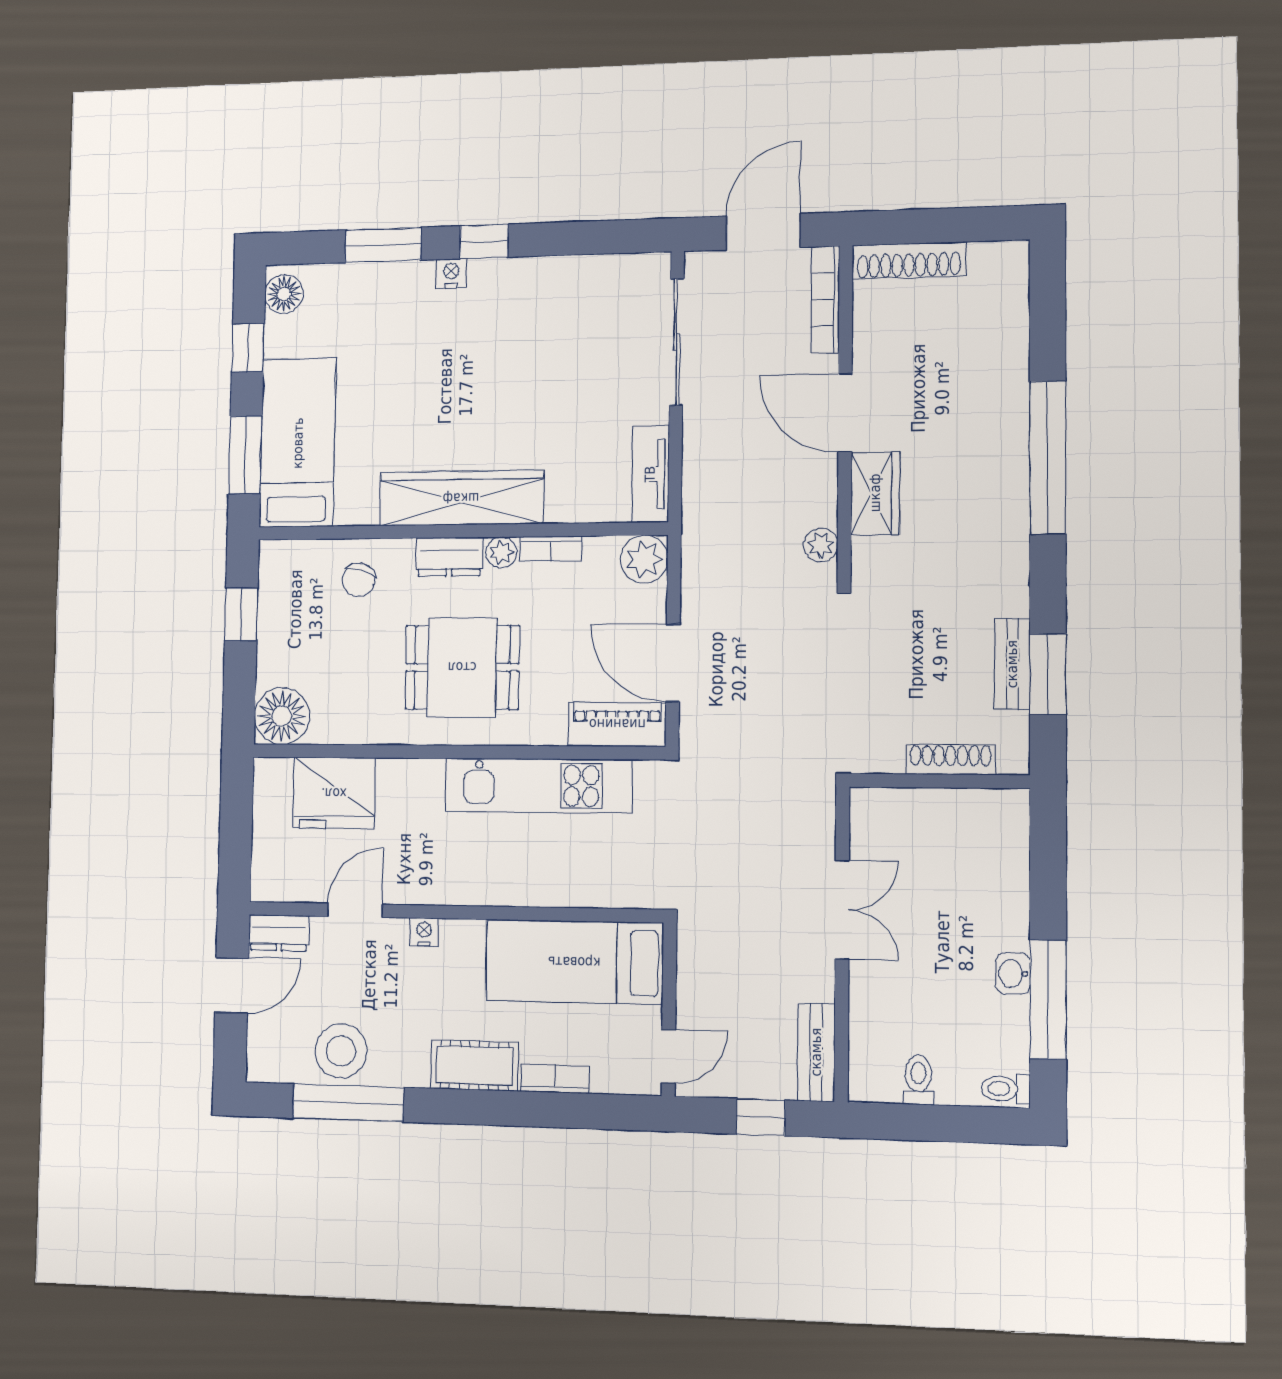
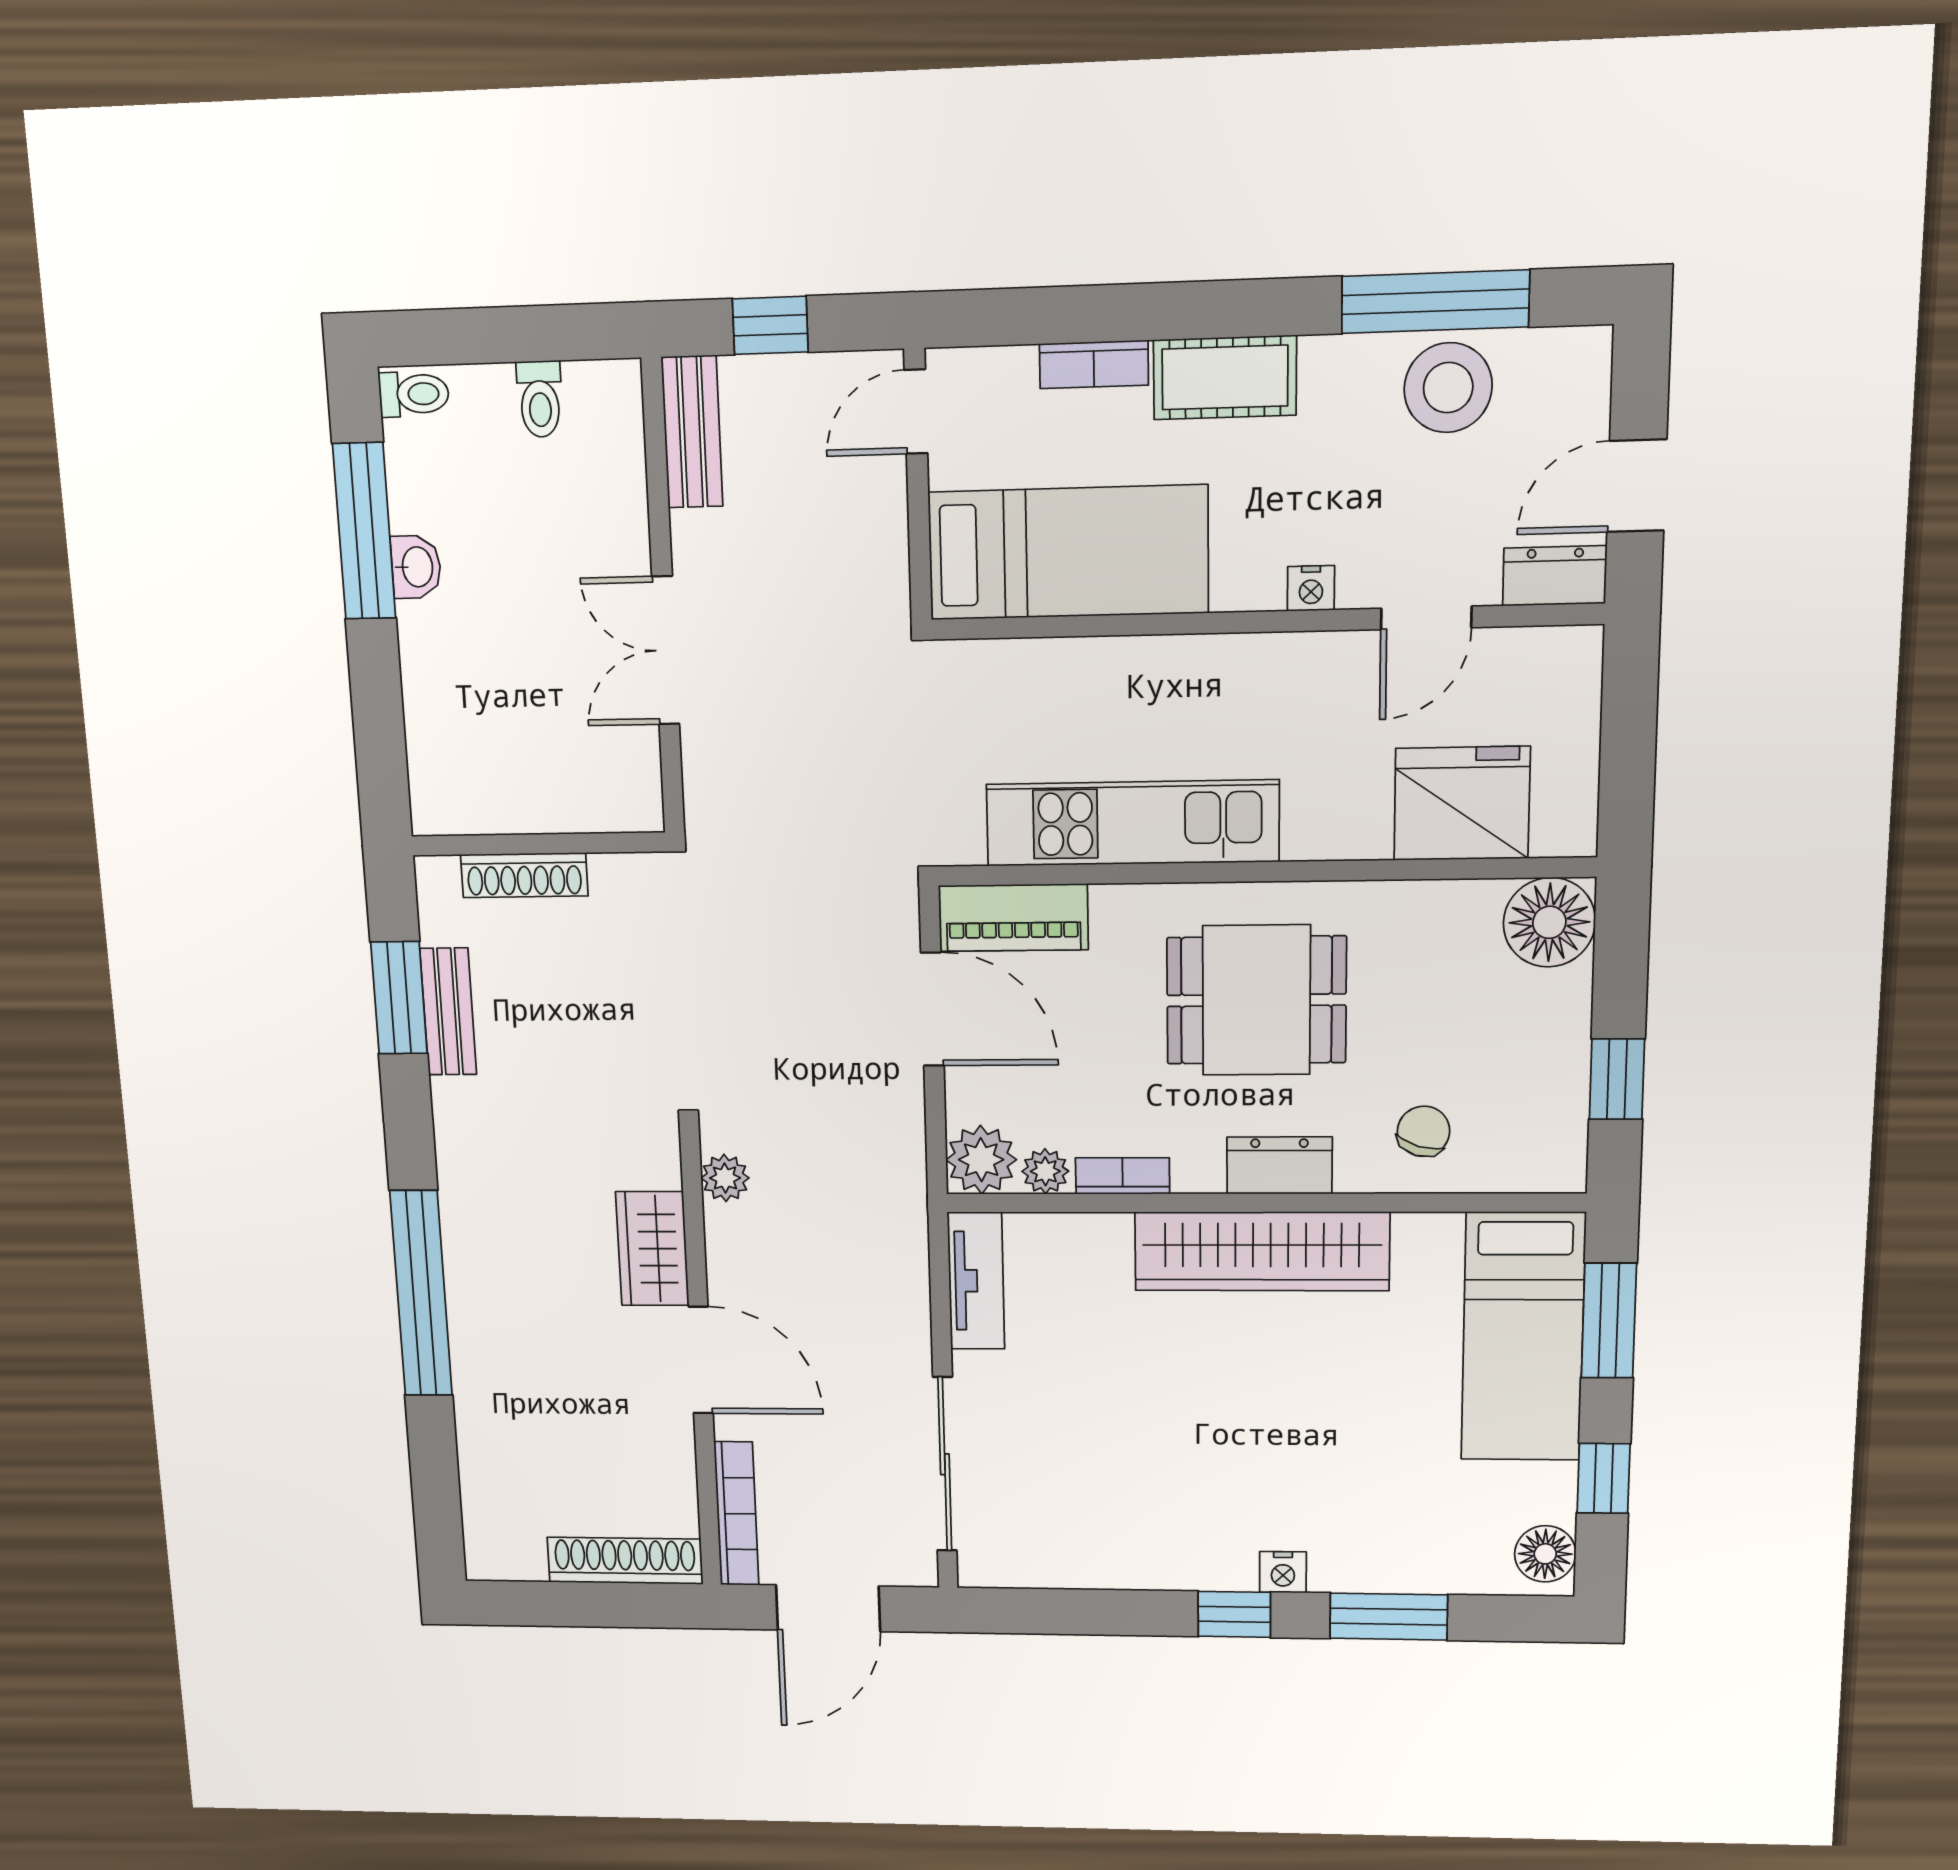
plant: (501, 552) -> (1045, 1171), moved

